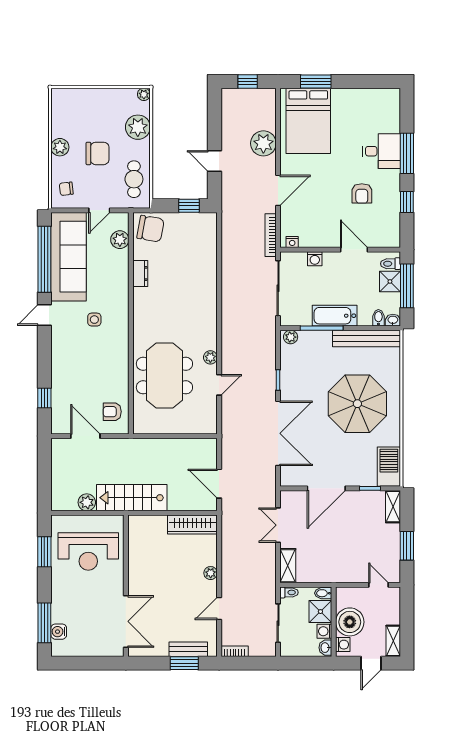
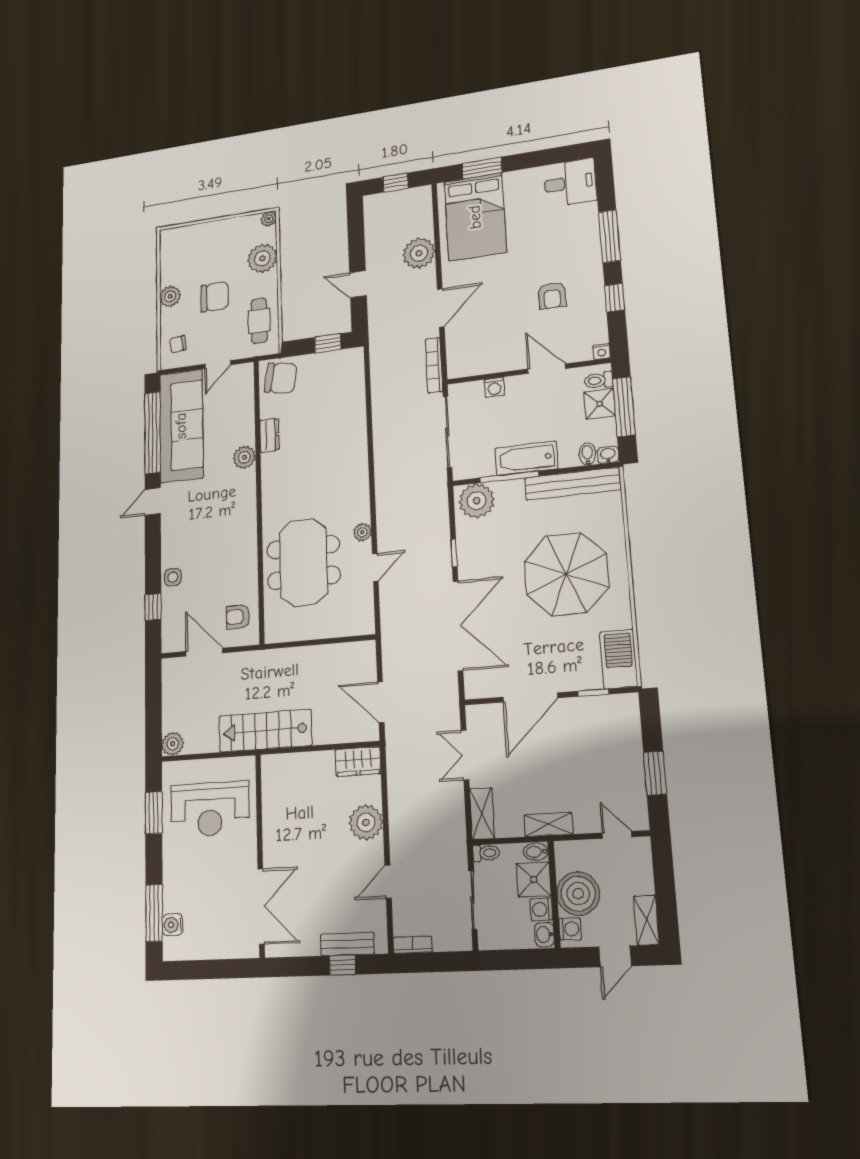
desk: (381, 151) -> (570, 183), moved
plant: (120, 240) -> (244, 457), moved
nightstand: (292, 242) -> (602, 351), moved
side table: (94, 320) -> (173, 577), moved
plant: (291, 337) -> (477, 501), width x1.88, depth x1.88
plant: (87, 502) -> (173, 744), moved
shelving: (393, 507) -> (548, 825), moved, turned 90
wardrobe: (192, 524) -> (358, 762), width x0.67
plant: (211, 573) -> (366, 822), width x1.87, depth x1.87
window: (184, 663) -> (342, 965), width x0.67

